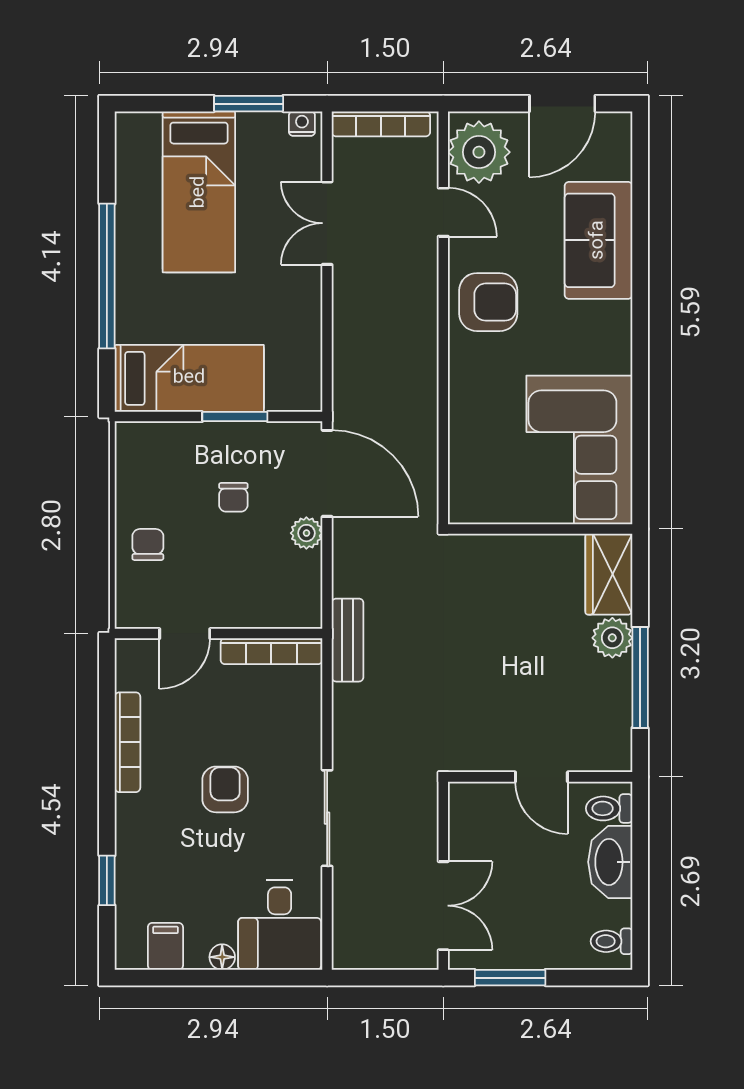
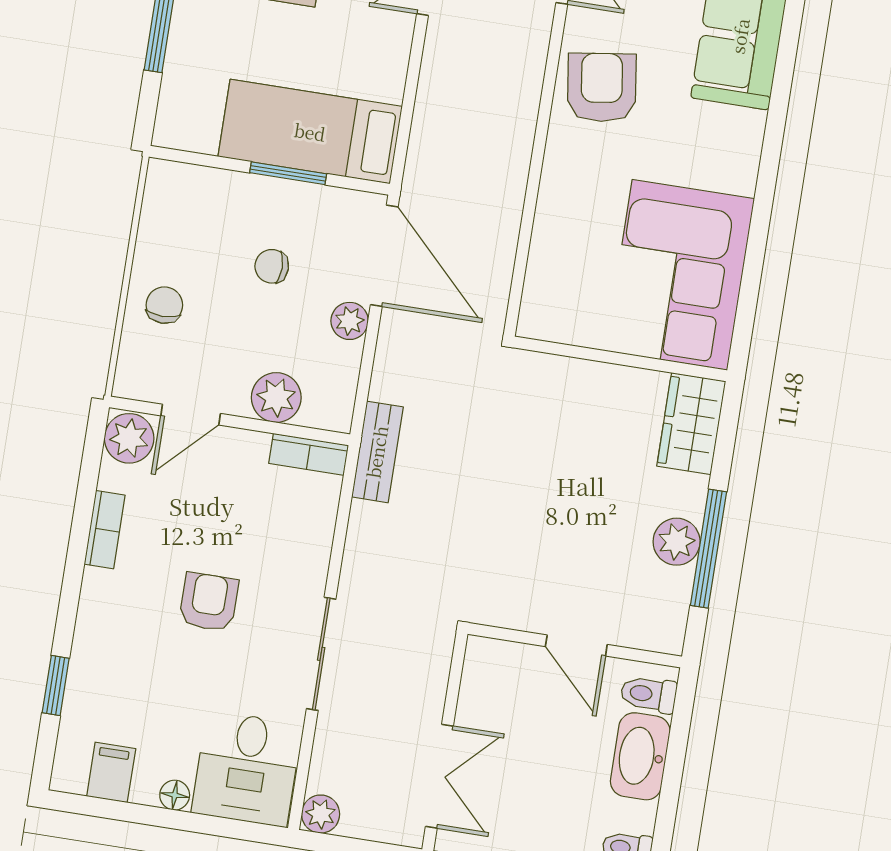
armchair: (488, 302) -> (602, 87), turned -98
bed: (189, 378) -> (310, 132), moved, turned 180
chair: (233, 497) -> (272, 266), turned 90
plant: (255, 608) -> (276, 398), added
plant: (612, 638) -> (677, 542), moved
bookcase: (271, 651) -> (309, 454), width x0.64
plant: (136, 662) -> (129, 438), added
bookcase: (127, 742) -> (105, 530), width x0.64
plant: (348, 954) -> (321, 814), added

